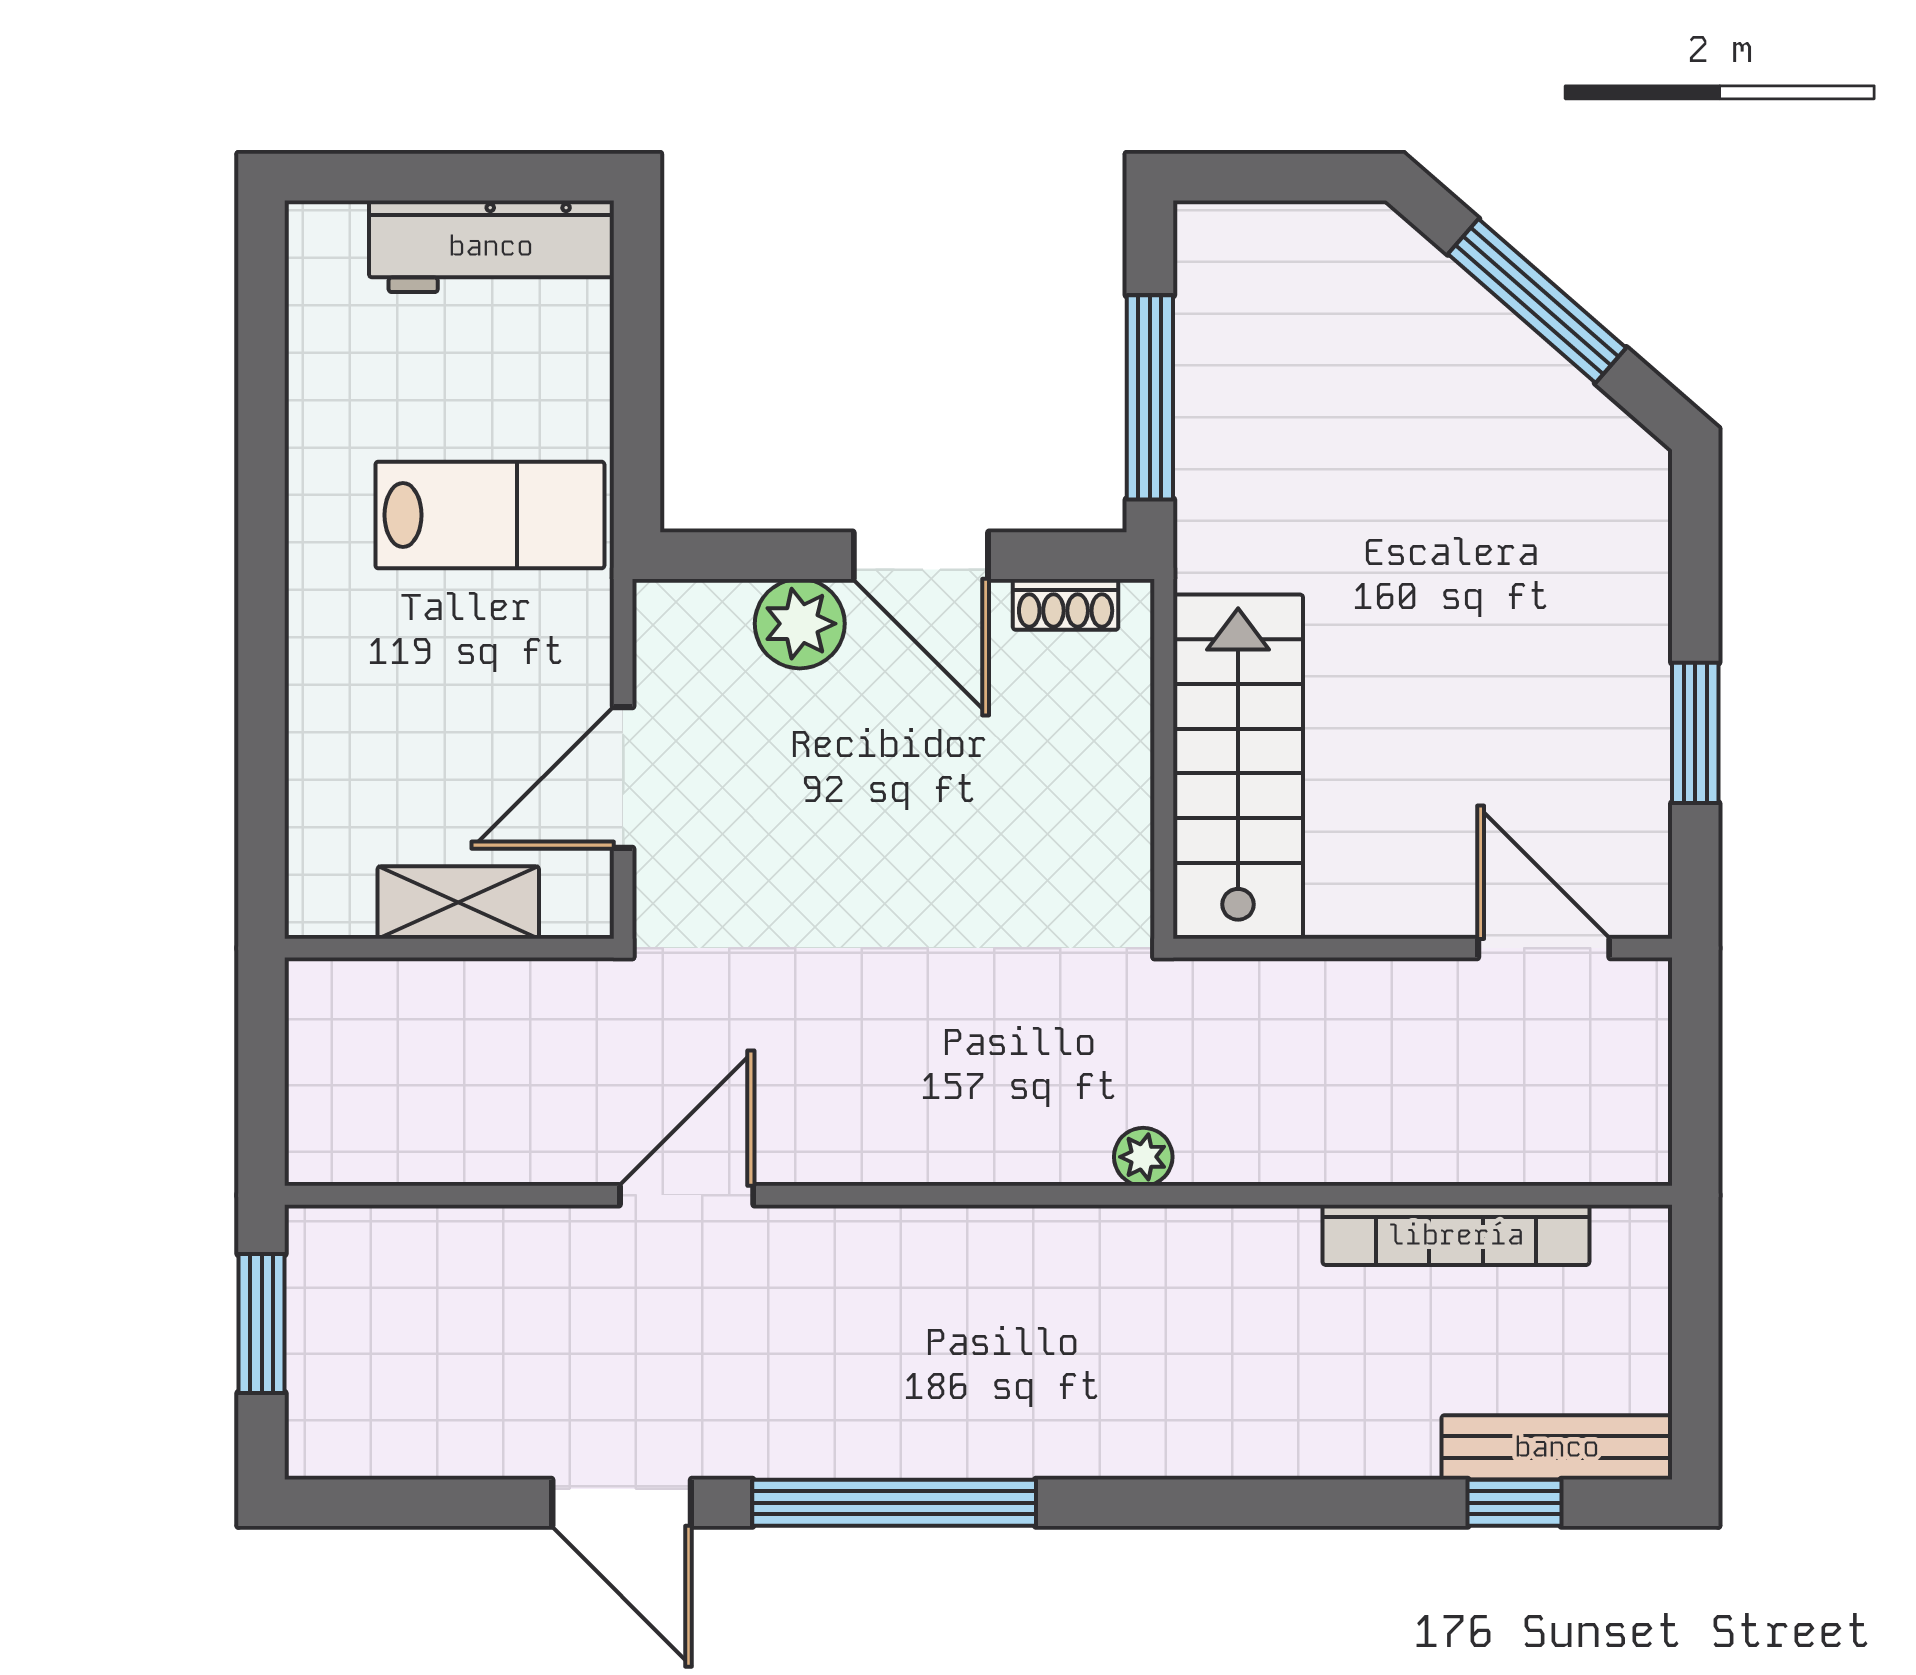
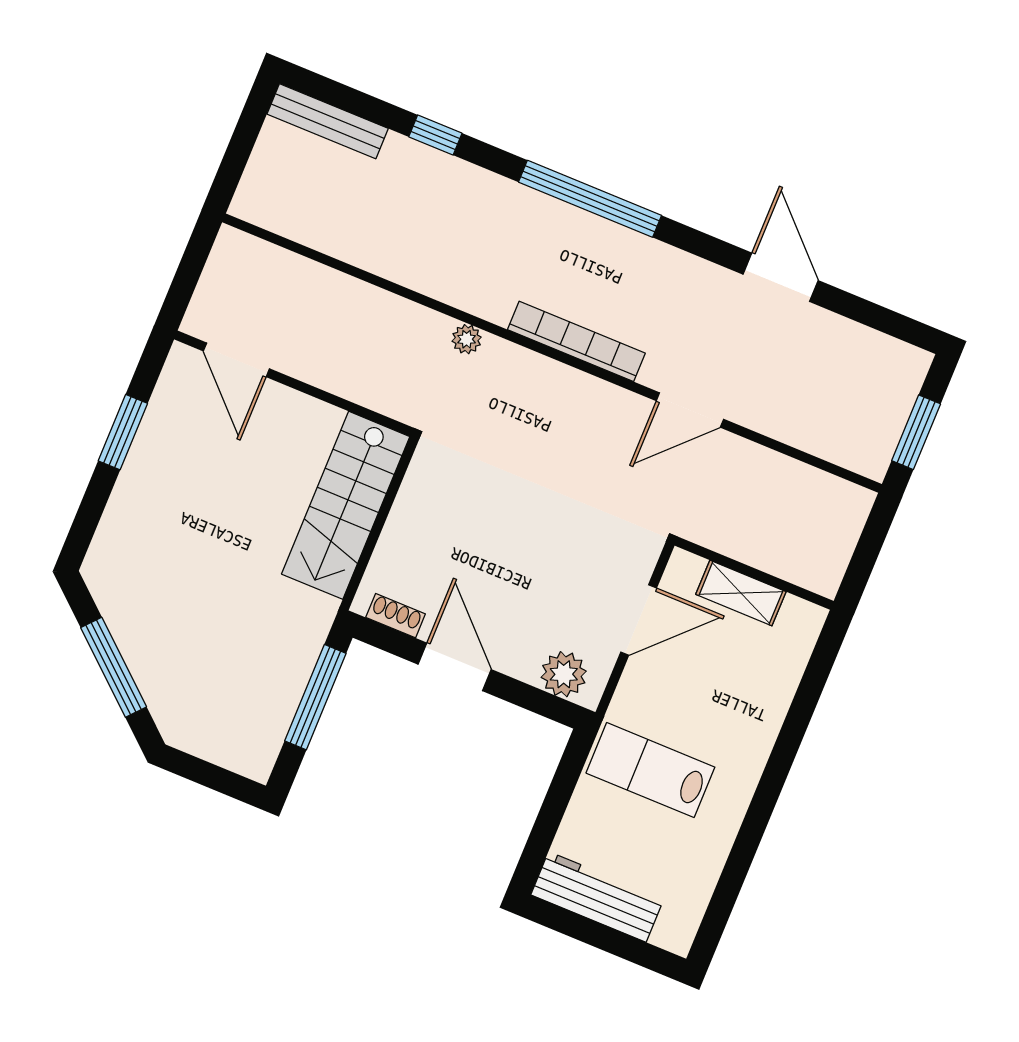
plant: (800, 624) -> (564, 674), moved
bookcase: (1456, 1235) -> (576, 341), moved
window: (894, 1503) -> (590, 199), moved
window: (1515, 1503) -> (435, 135), moved

